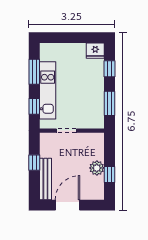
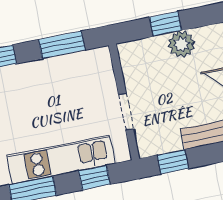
window: (34, 163) -> (173, 162), moved
window: (109, 175) -> (166, 24), moved

